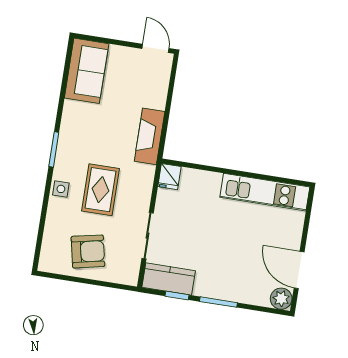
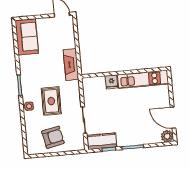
fridge: (169, 177) -> (111, 82), moved

